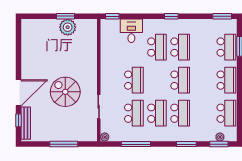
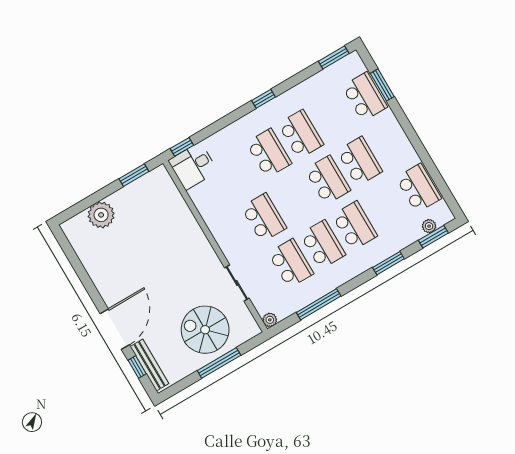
window: (65, 16) -> (134, 175), moved
plant: (68, 27) -> (101, 215), moved
desk: (131, 31) -> (193, 166), moved, turned -90
school desk: (226, 80) -> (360, 161), moved
spiral stairs: (65, 92) -> (205, 330), moved

